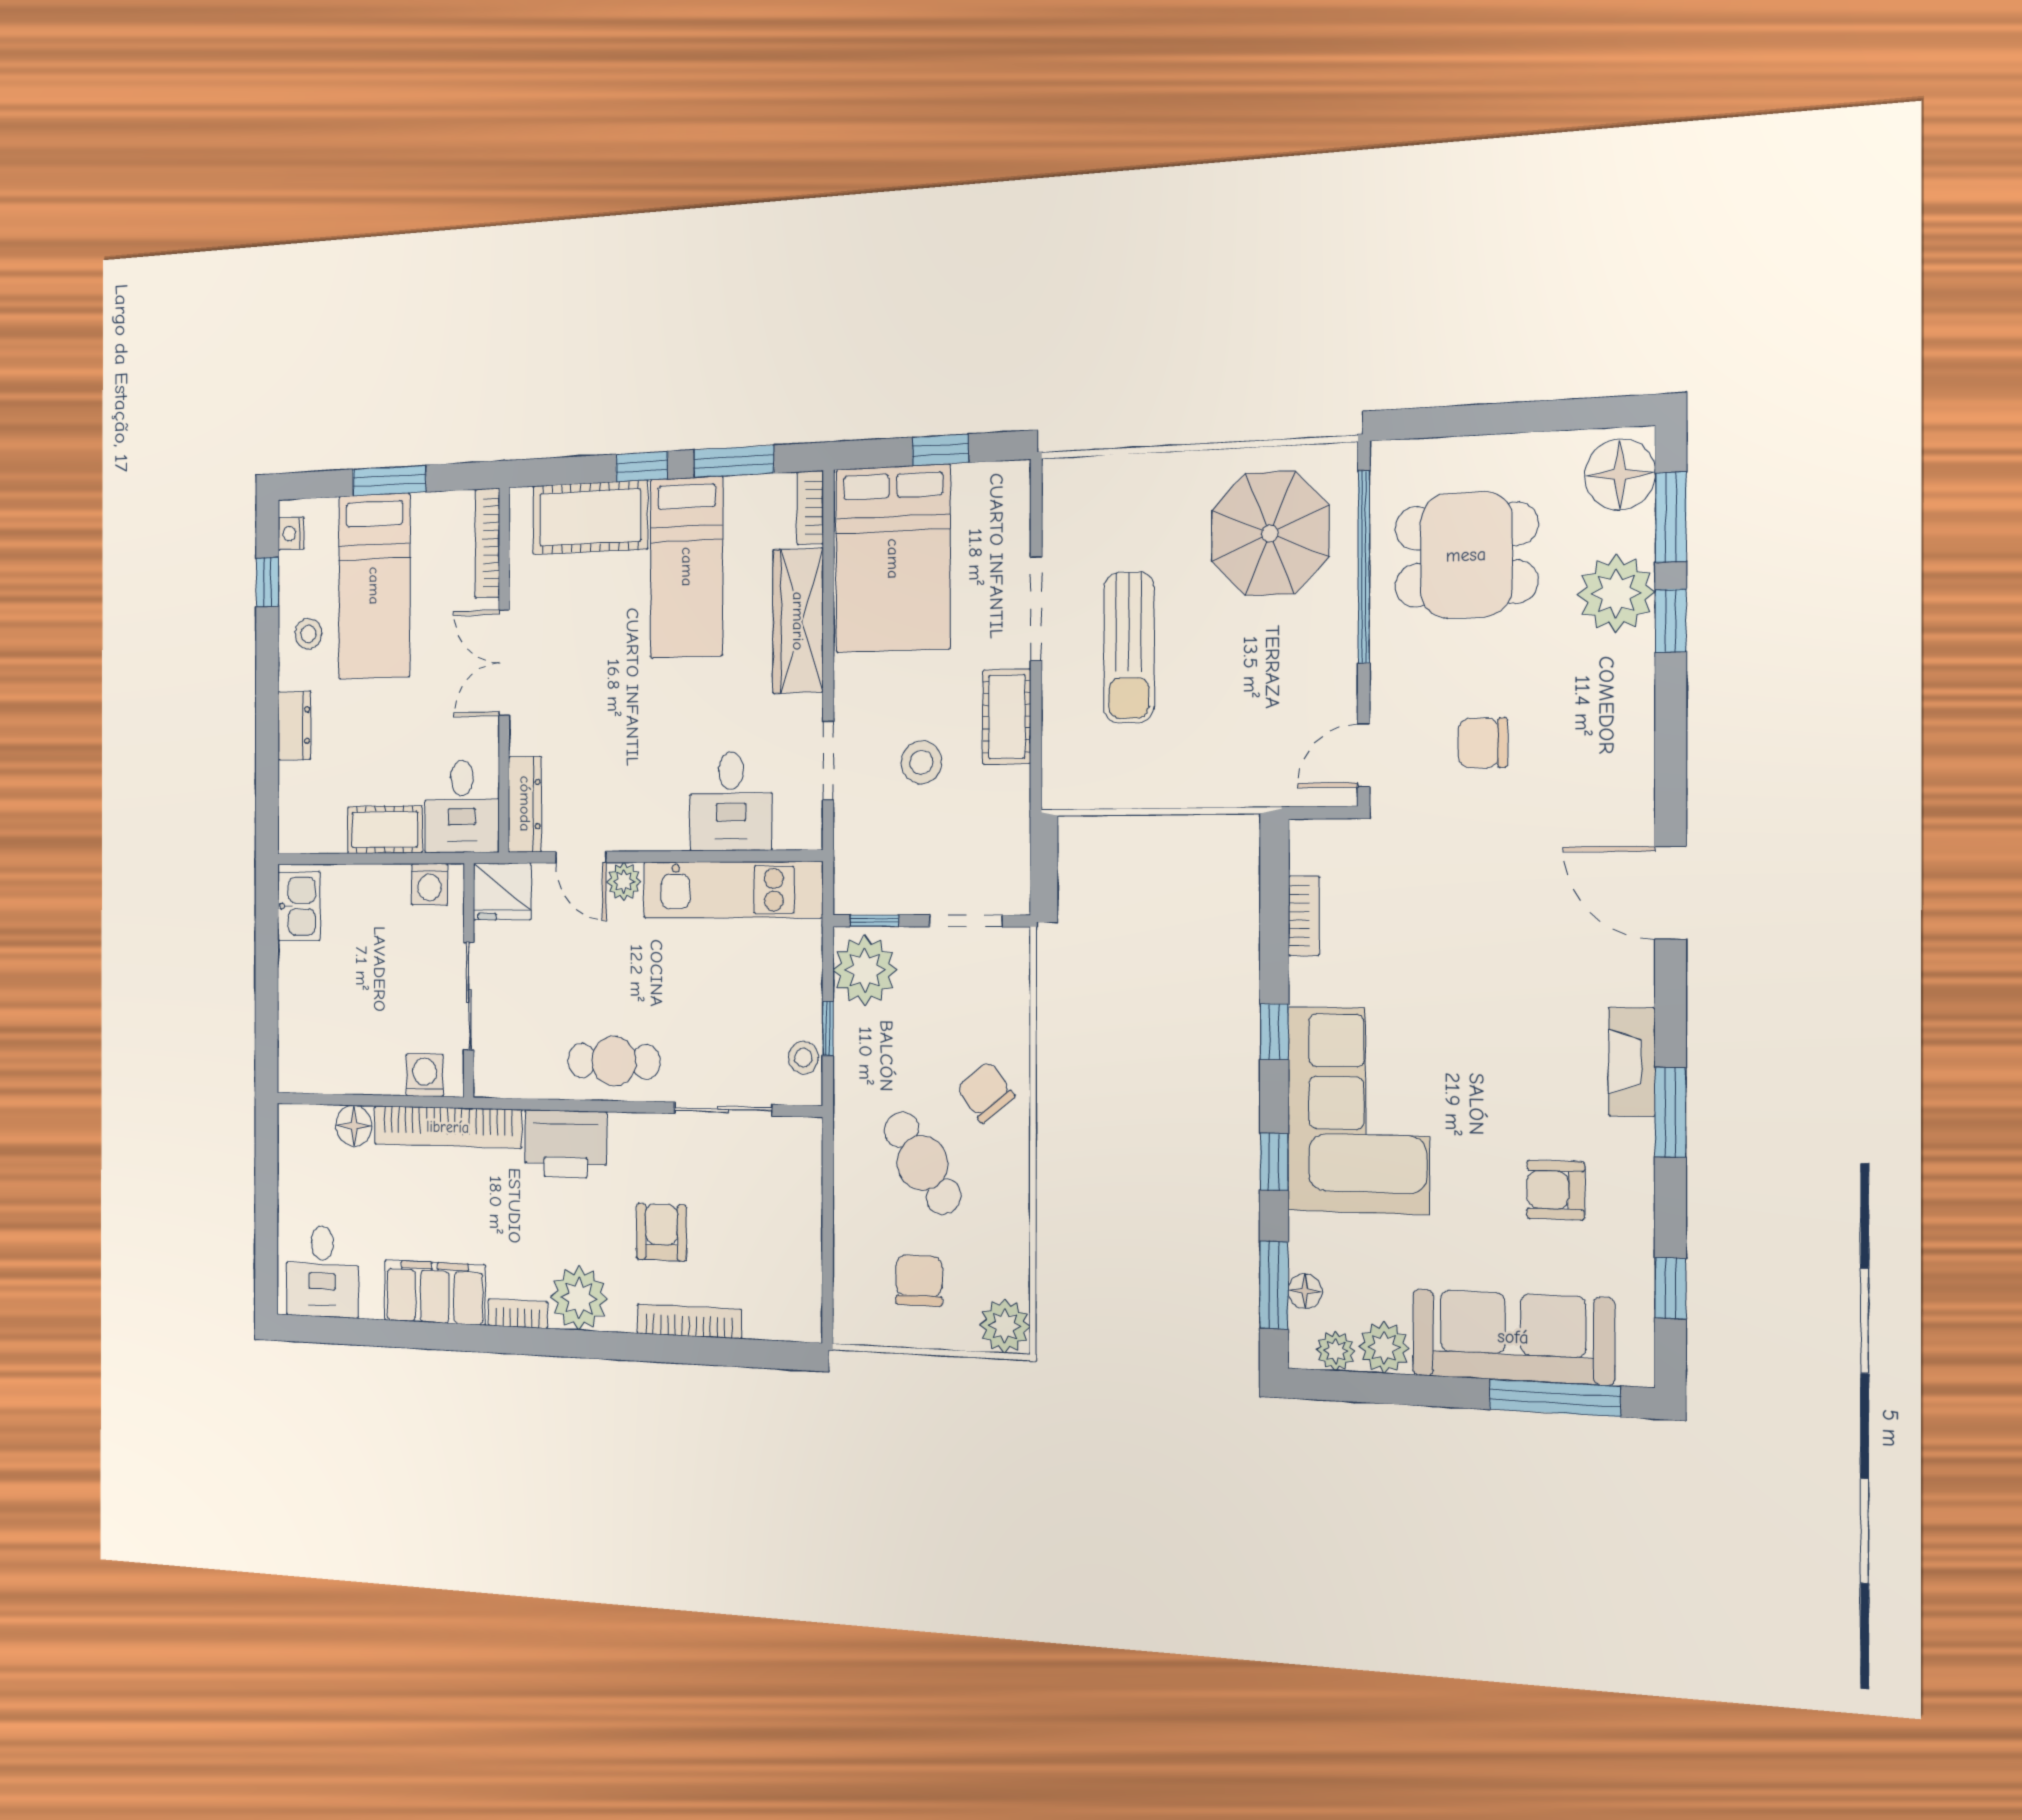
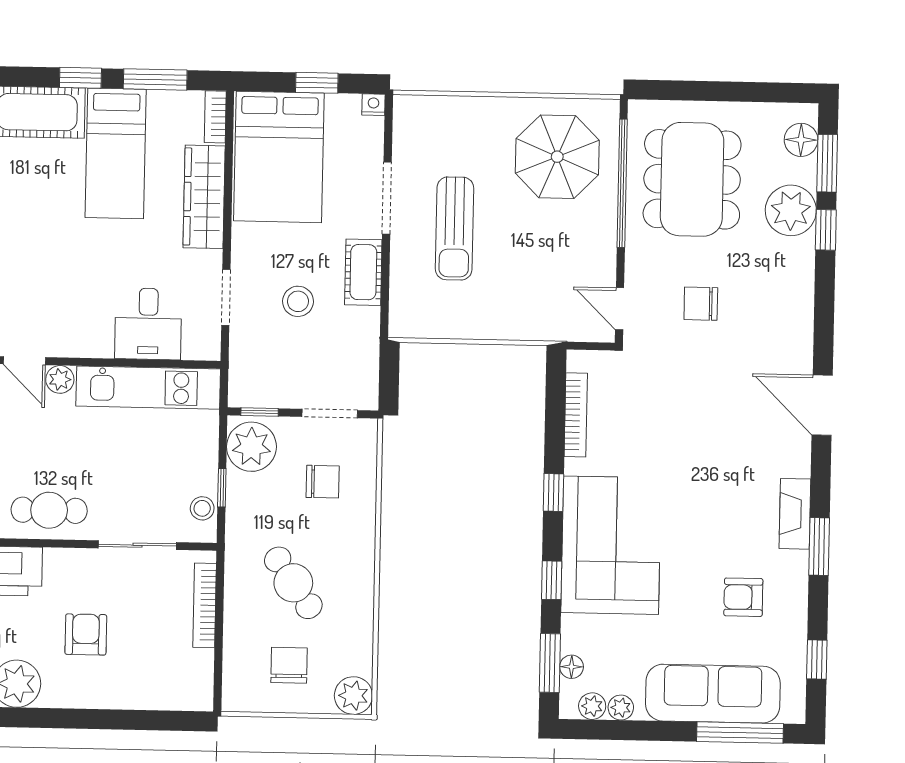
nightstand: (1016, 475) -> (373, 105), added
floor lamp: (1620, 475) -> (801, 140), width x0.73, depth x0.73
dining table: (1466, 555) -> (692, 179), width x1.38
door: (1364, 755) -> (620, 309), hinge flipped
bookcase: (1304, 916) -> (576, 415), width x1.56
chair: (986, 1092) -> (323, 482), moved, turned 128
bookcase: (689, 1321) -> (205, 605), moved, turned -90
plant: (1384, 1347) -> (621, 708), width x0.73, depth x0.73

